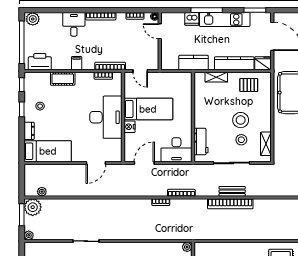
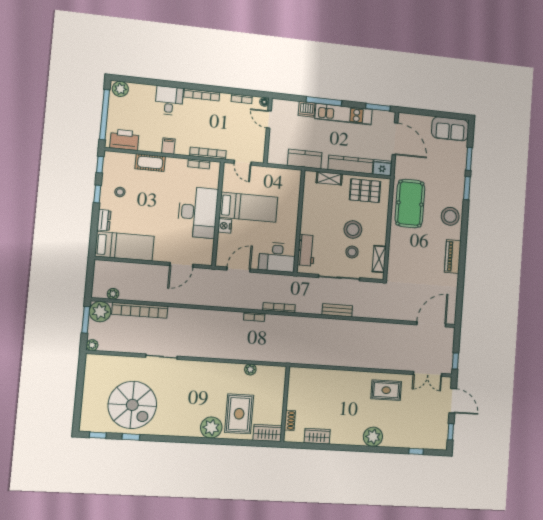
pallet: (249, 85) -> (365, 191), width x1.50, depth x1.42
bookcase: (230, 204) -> (140, 310), moved
plant: (187, 247) -> (250, 369), moved

